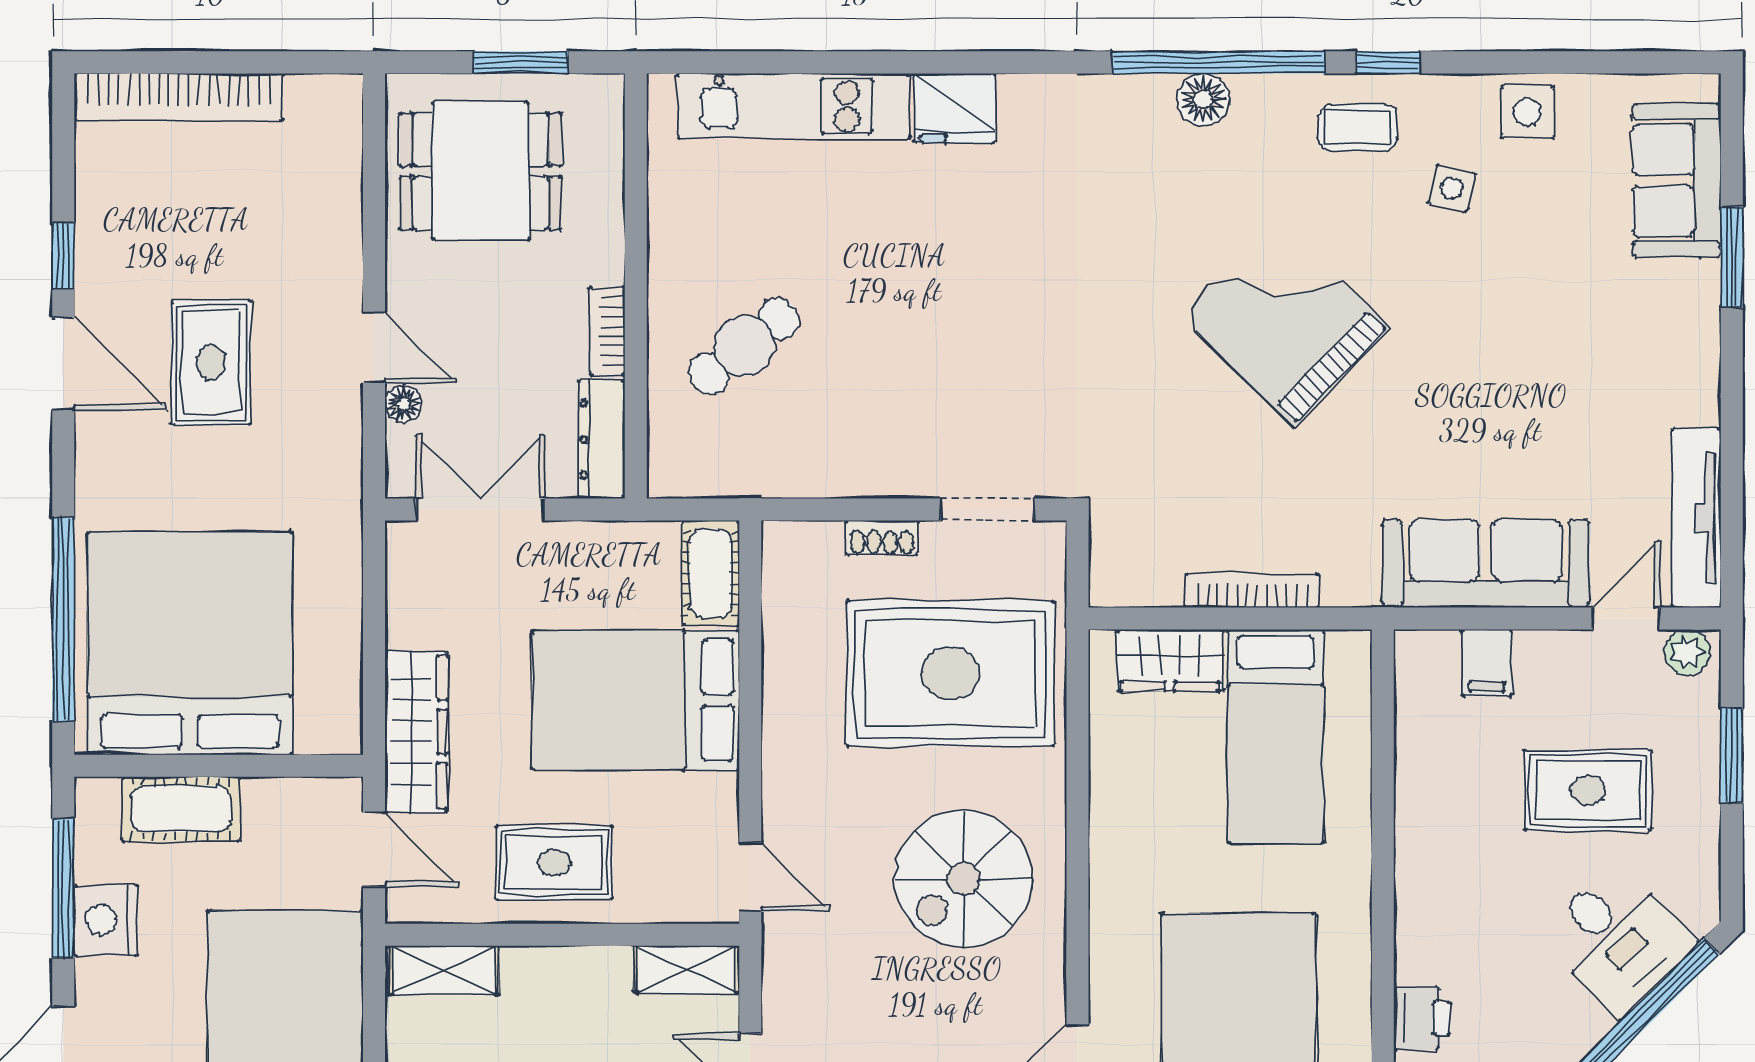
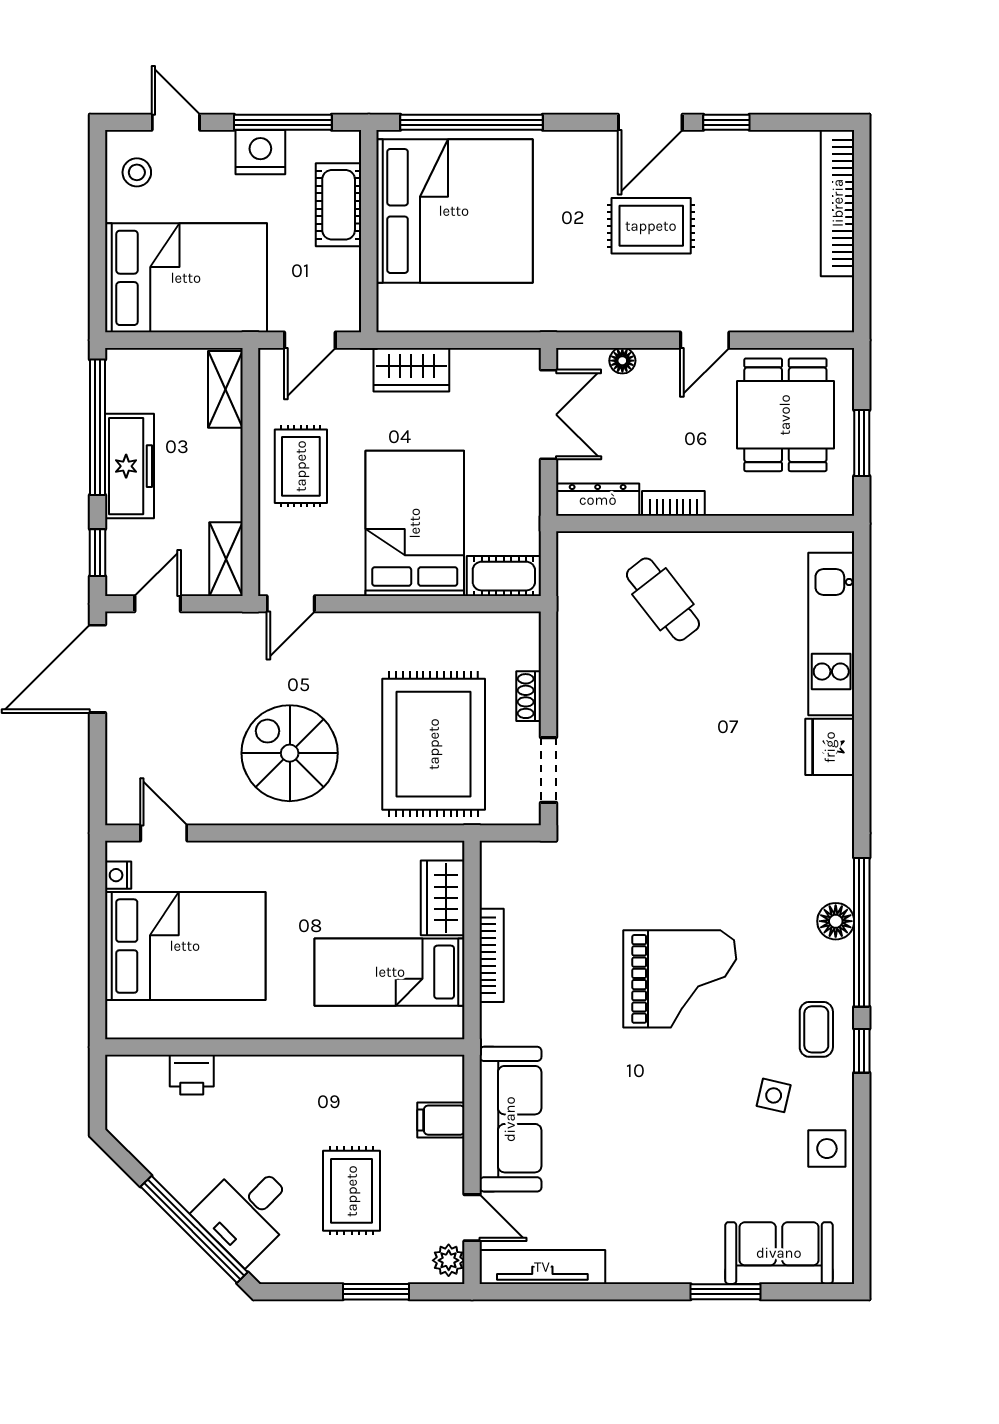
grand piano: (1286, 322) -> (680, 979), turned 46
door: (374, 348) -> (705, 340), moved
wardrobe: (416, 732) -> (411, 370), width x0.67

